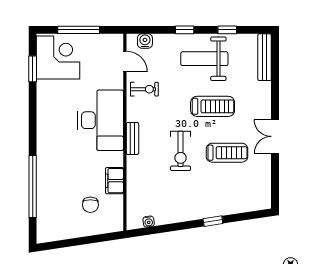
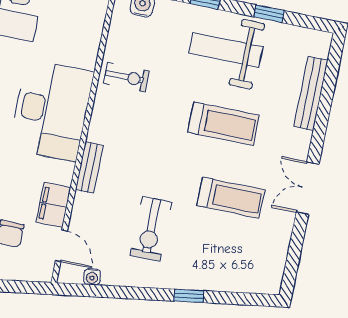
bench: (265, 57) -> (311, 93), moved
door: (125, 61) -> (61, 246), moved
bench: (132, 138) -> (89, 168), moved
exercise bike: (181, 151) -> (151, 229), moved

